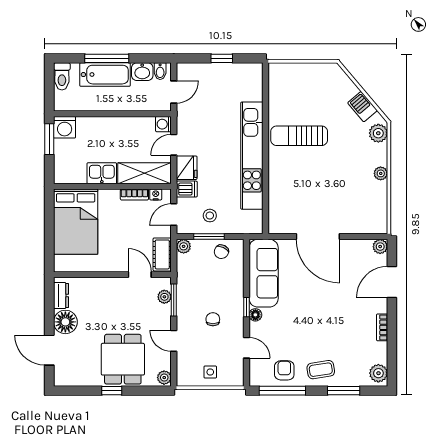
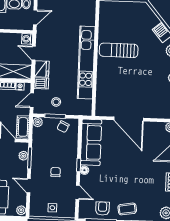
door: (174, 145) -> (34, 53), hinge flipped

